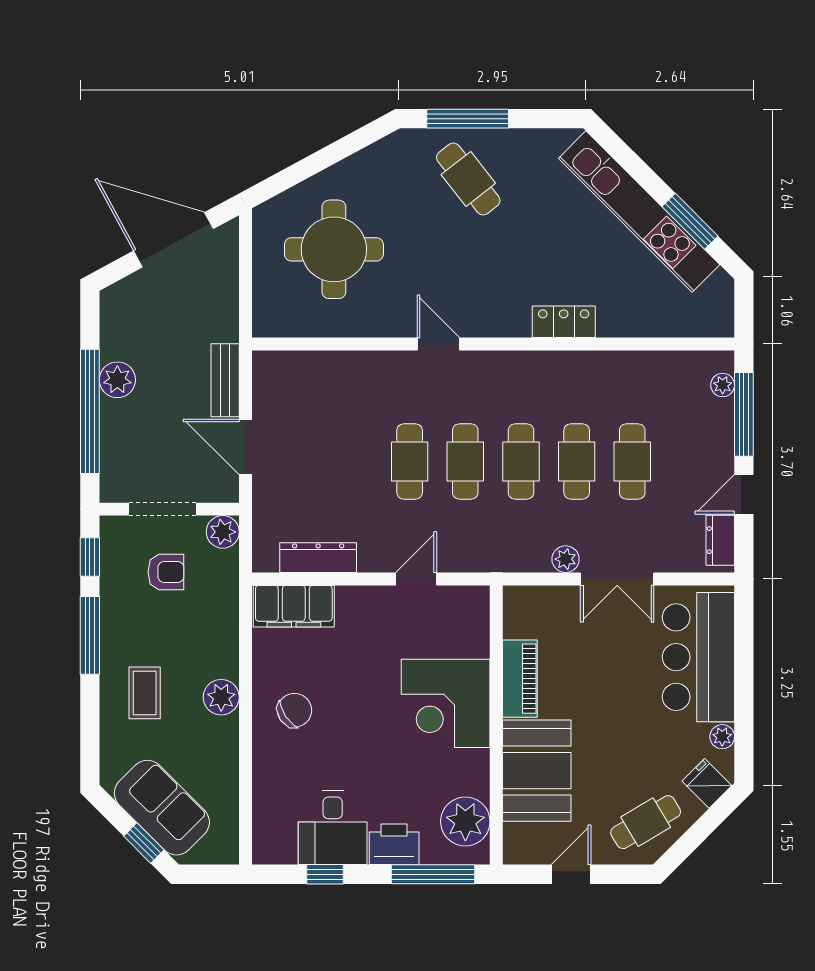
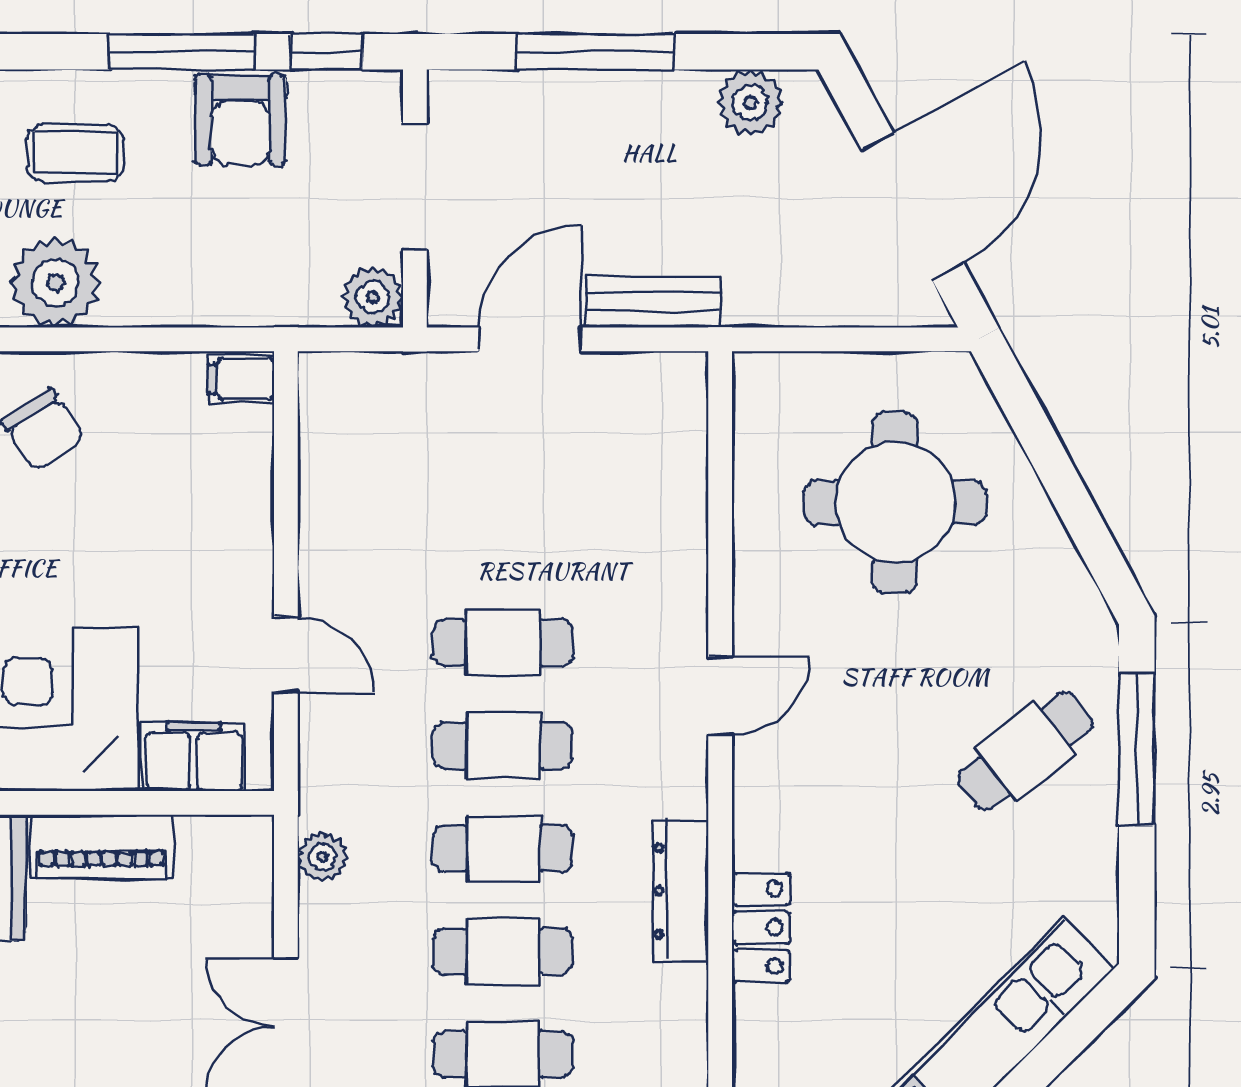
plant: (117, 380) -> (750, 103), moved
window: (90, 411) -> (596, 52), width x0.68
dresser: (318, 558) -> (681, 891), moved, turned 180
plant: (566, 559) -> (322, 857), moved
armchair: (166, 572) -> (241, 120), moved, width x1.38, depth x1.38
filing cabinet: (294, 606) -> (241, 379), width x0.33, depth x0.86
filing cabinet: (471, 629) -> (194, 757), added
plant: (221, 697) -> (55, 282), width x1.36, depth x1.36

